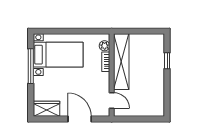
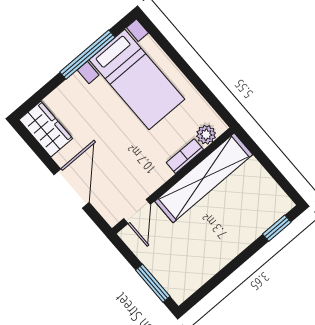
window: (167, 61) -> (277, 228), moved
window: (146, 119) -> (153, 283), added

